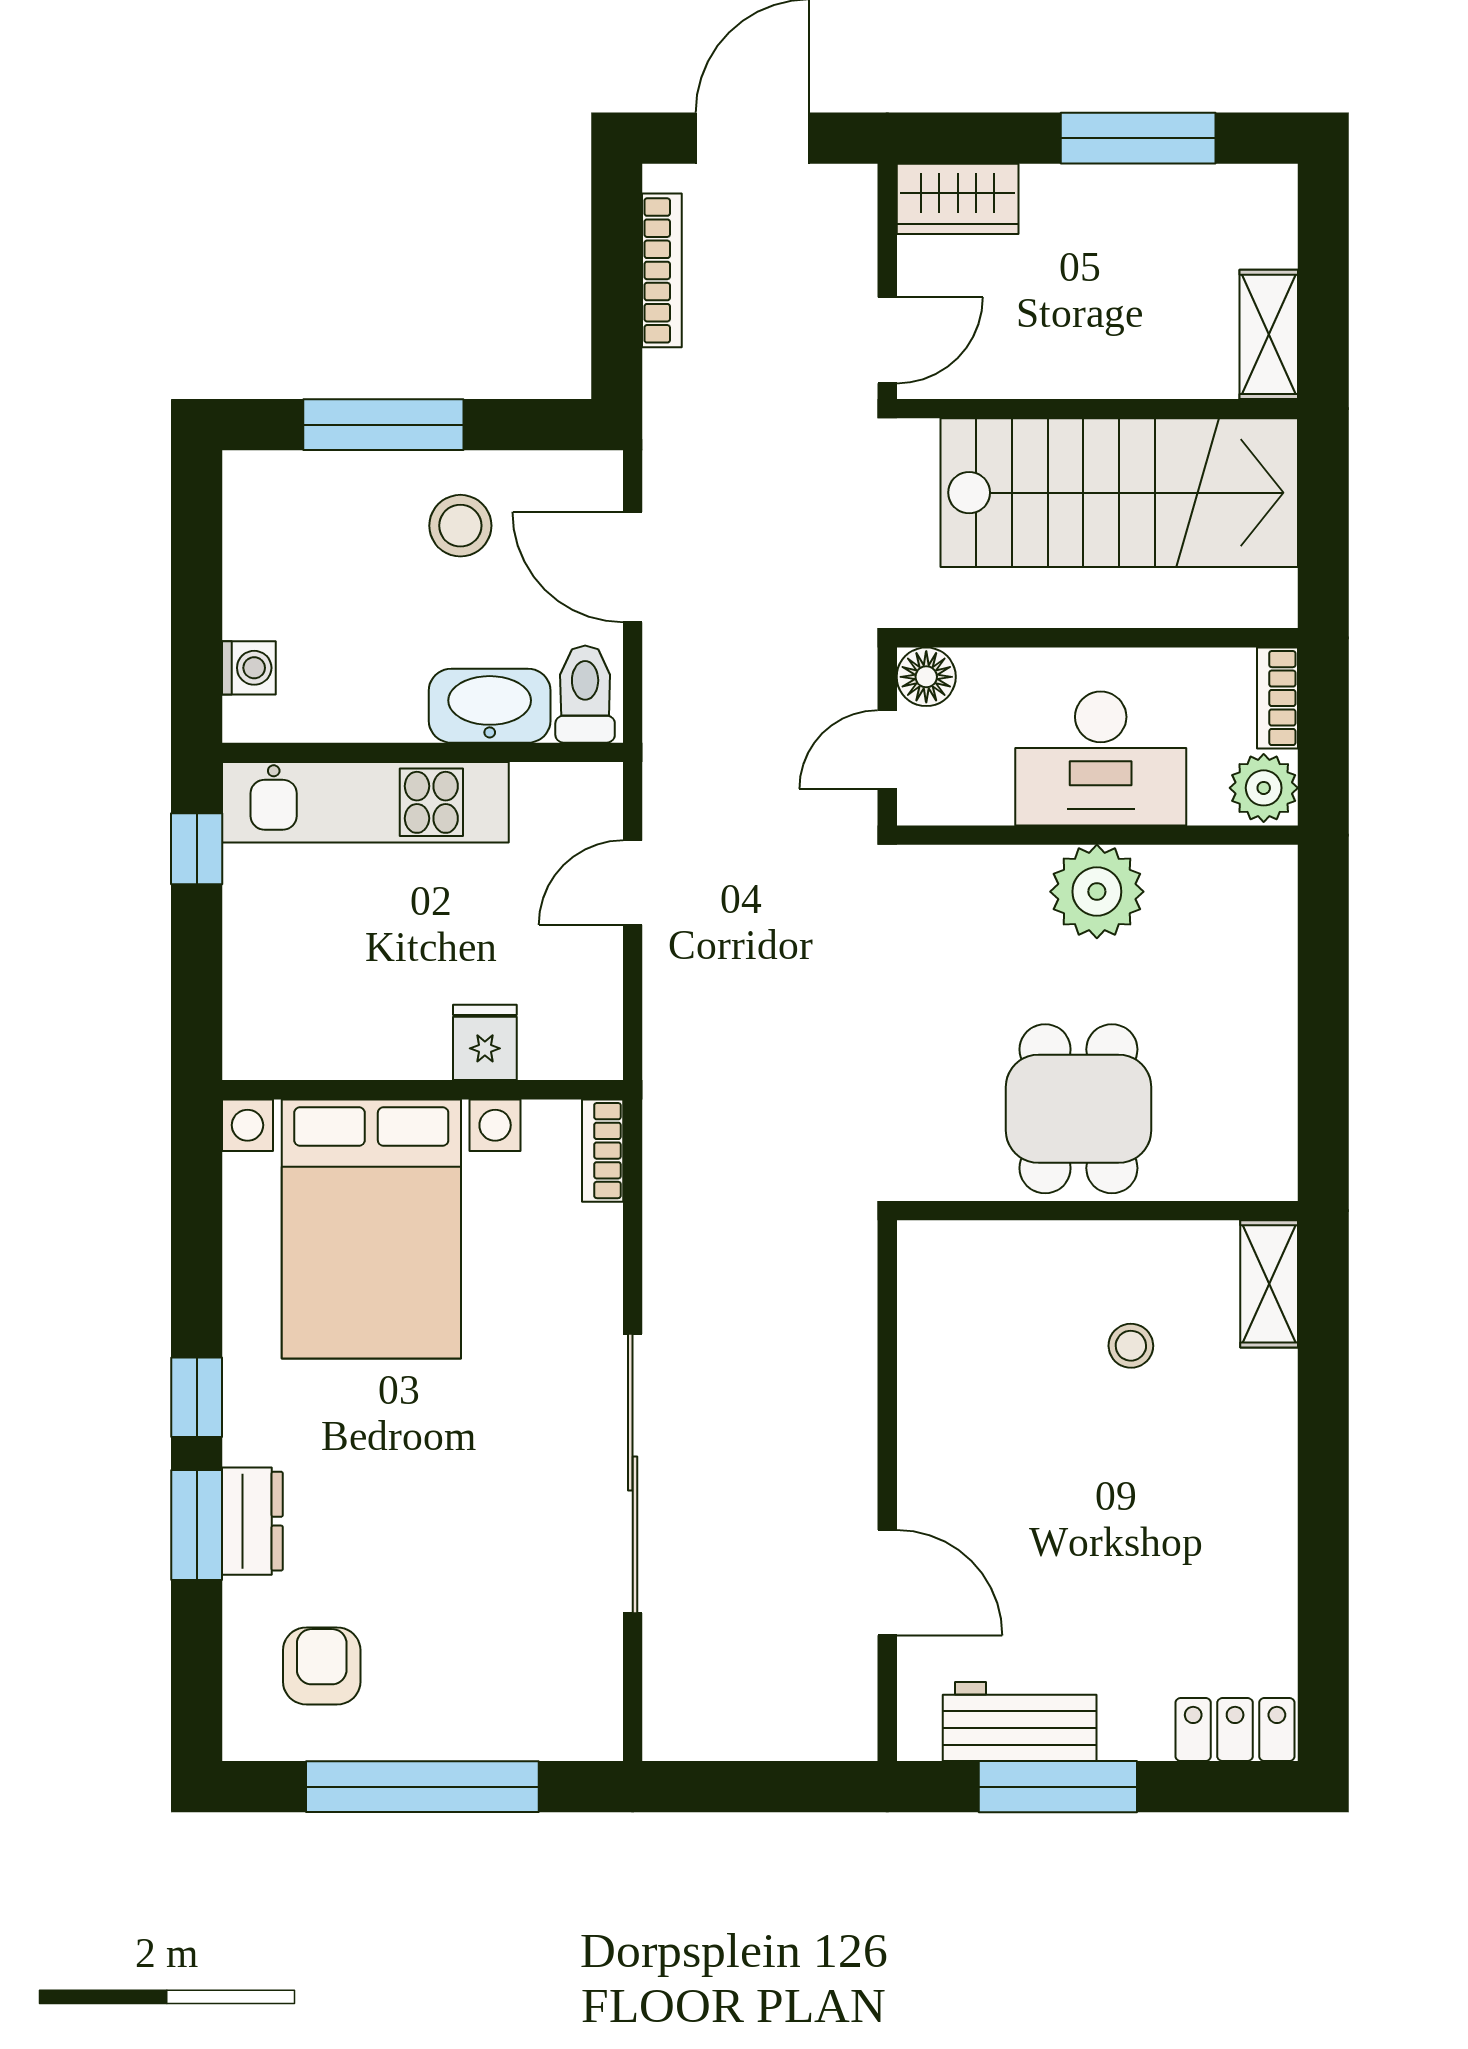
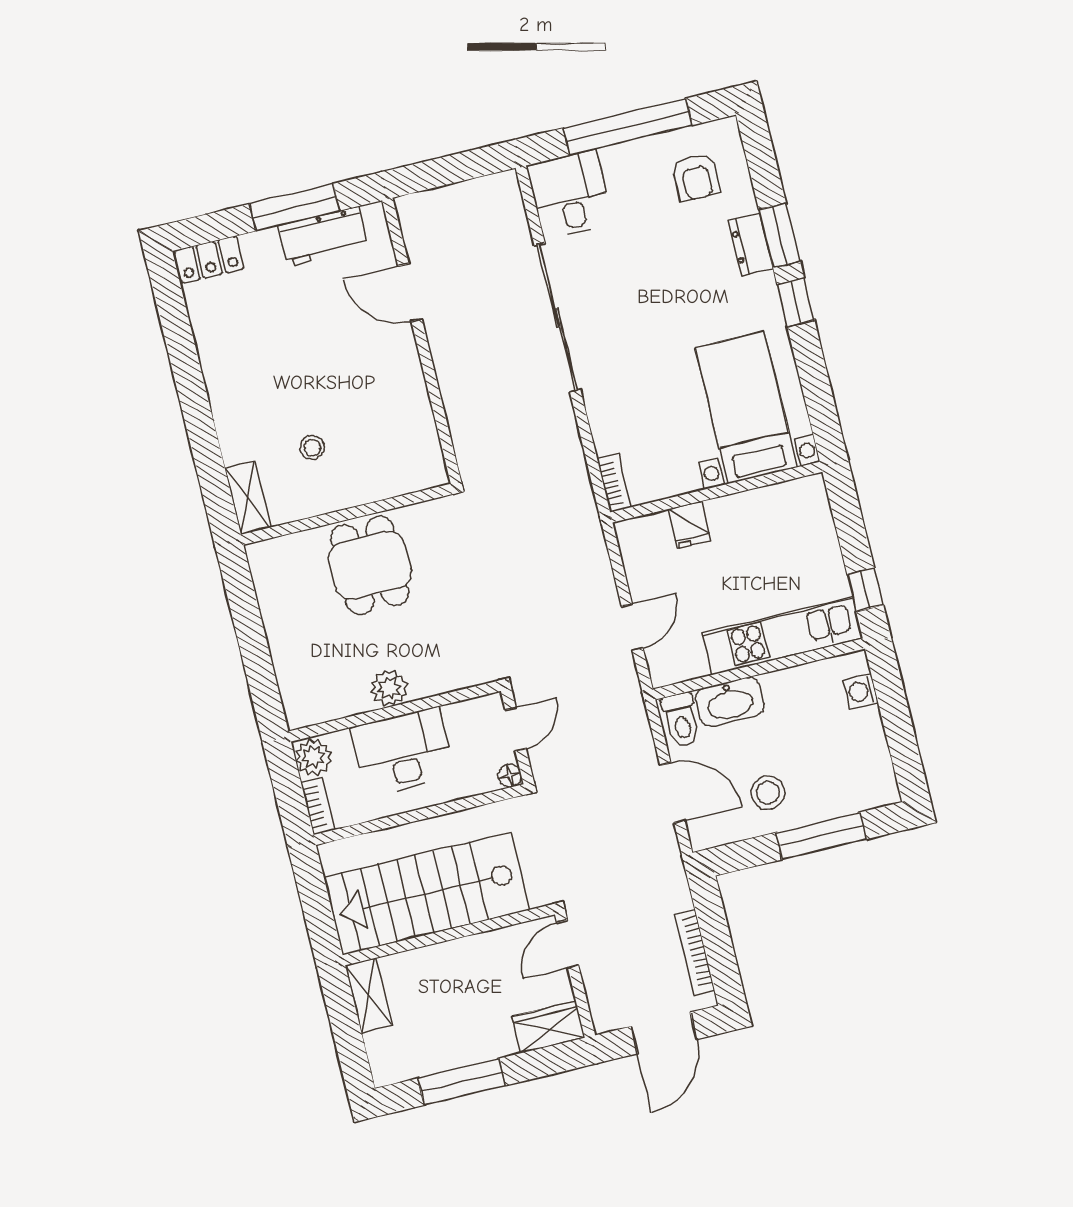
floor lamp: (926, 677) -> (510, 776), width x0.73, depth x0.73
plant: (1097, 892) -> (389, 688), width x0.73, depth x0.73
bed with nightstands: (371, 1229) -> (746, 408), width x0.73
desk: (557, 1690) -> (570, 195), added

